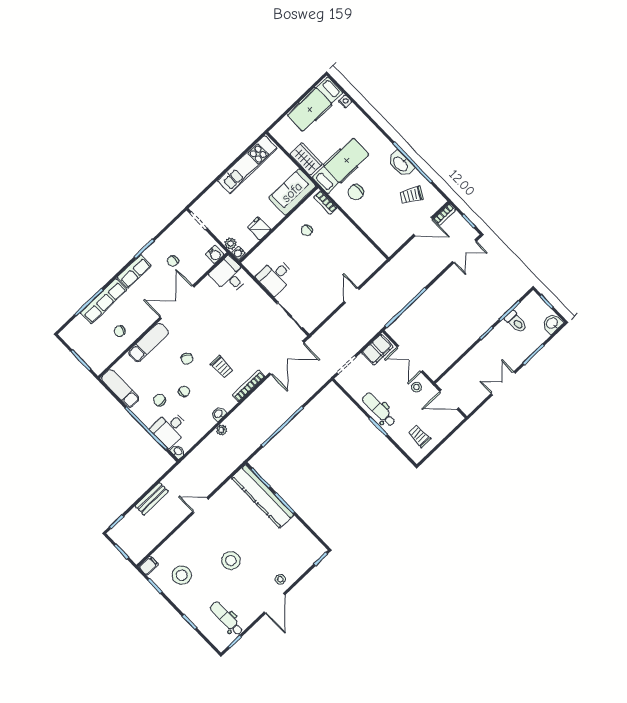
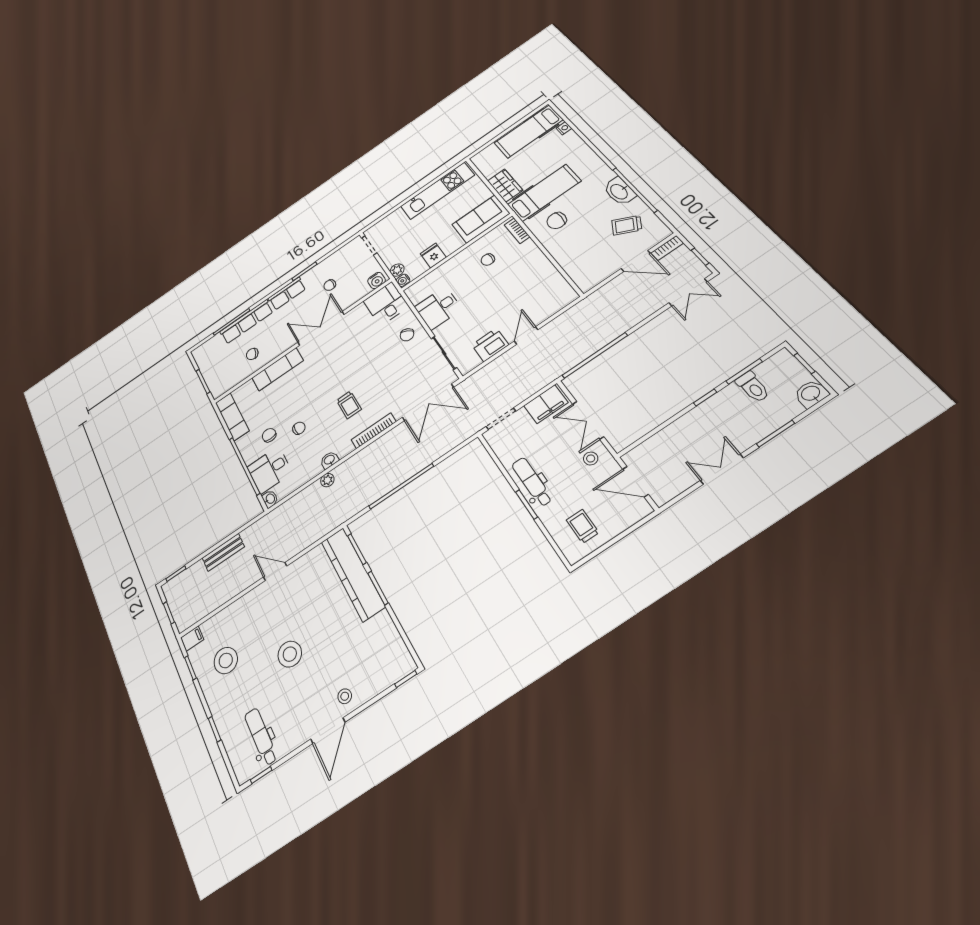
printer: (325, 306) -> (490, 345), added
chair: (187, 359) -> (407, 335), moved

